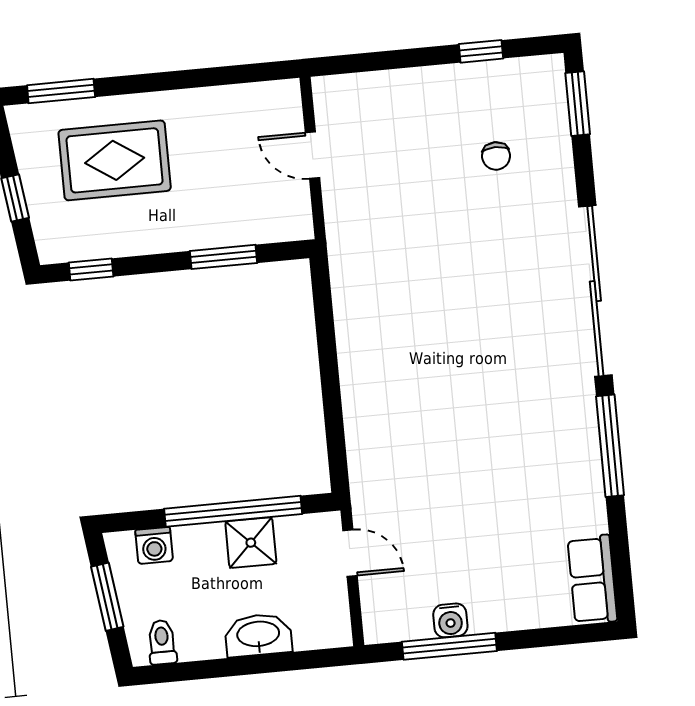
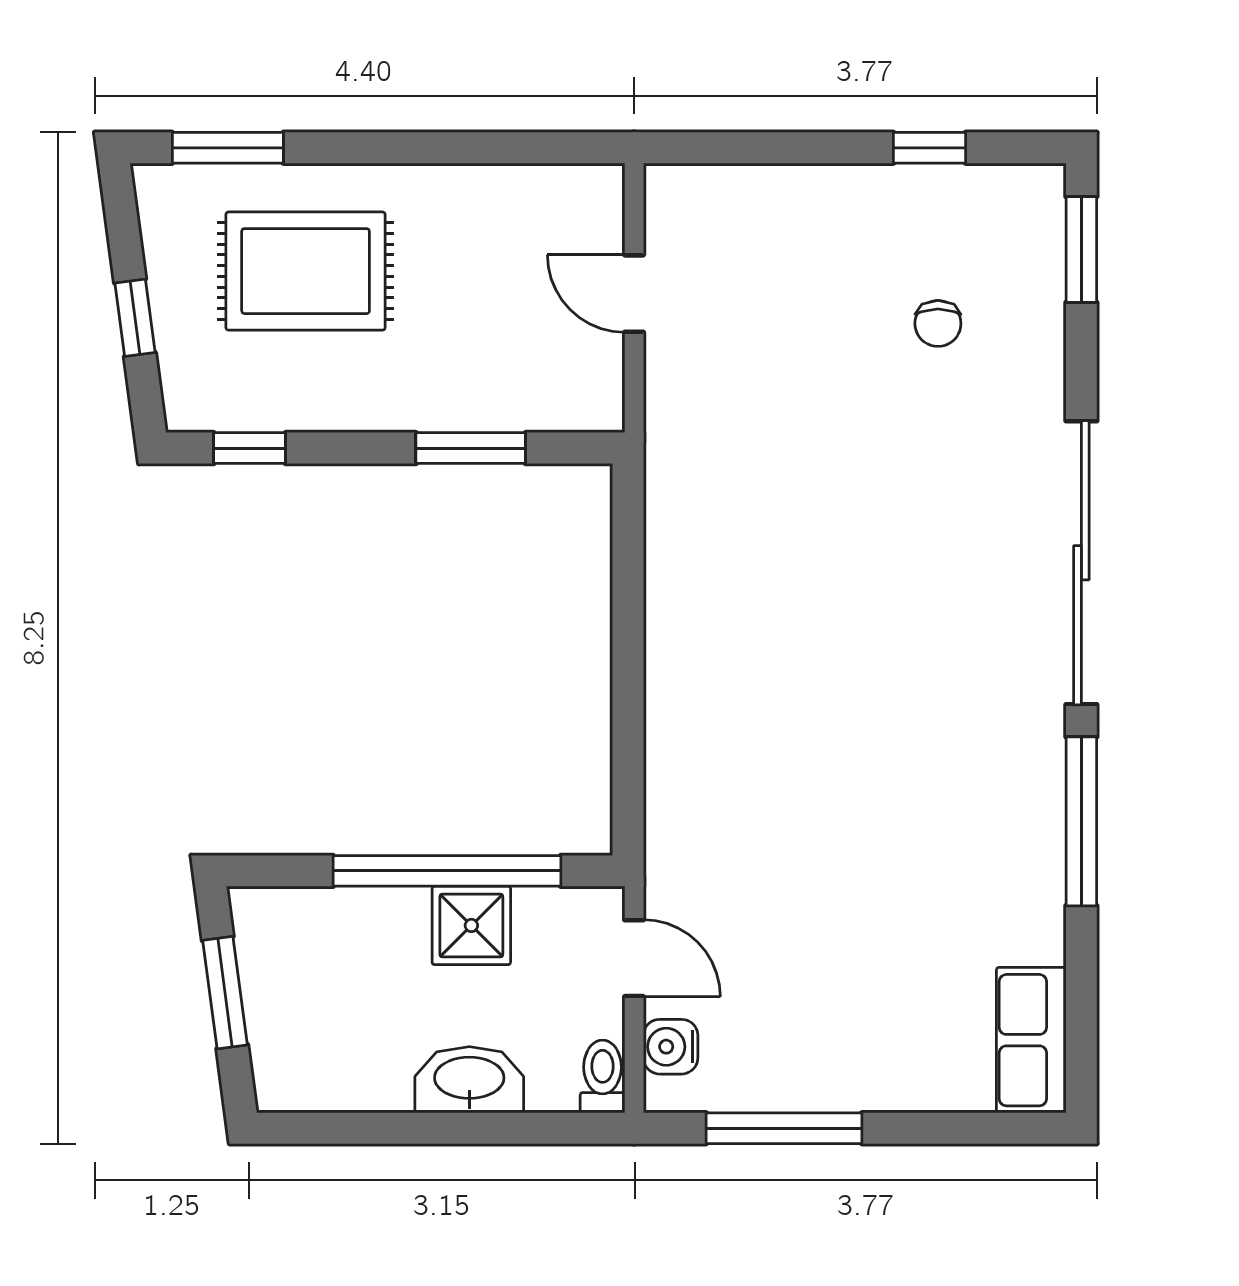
washing machine: (154, 545) -> (311, 915), removed
water cooler: (450, 620) -> (671, 1047), moved, turned 90
toilet: (162, 642) -> (602, 1077), moved

